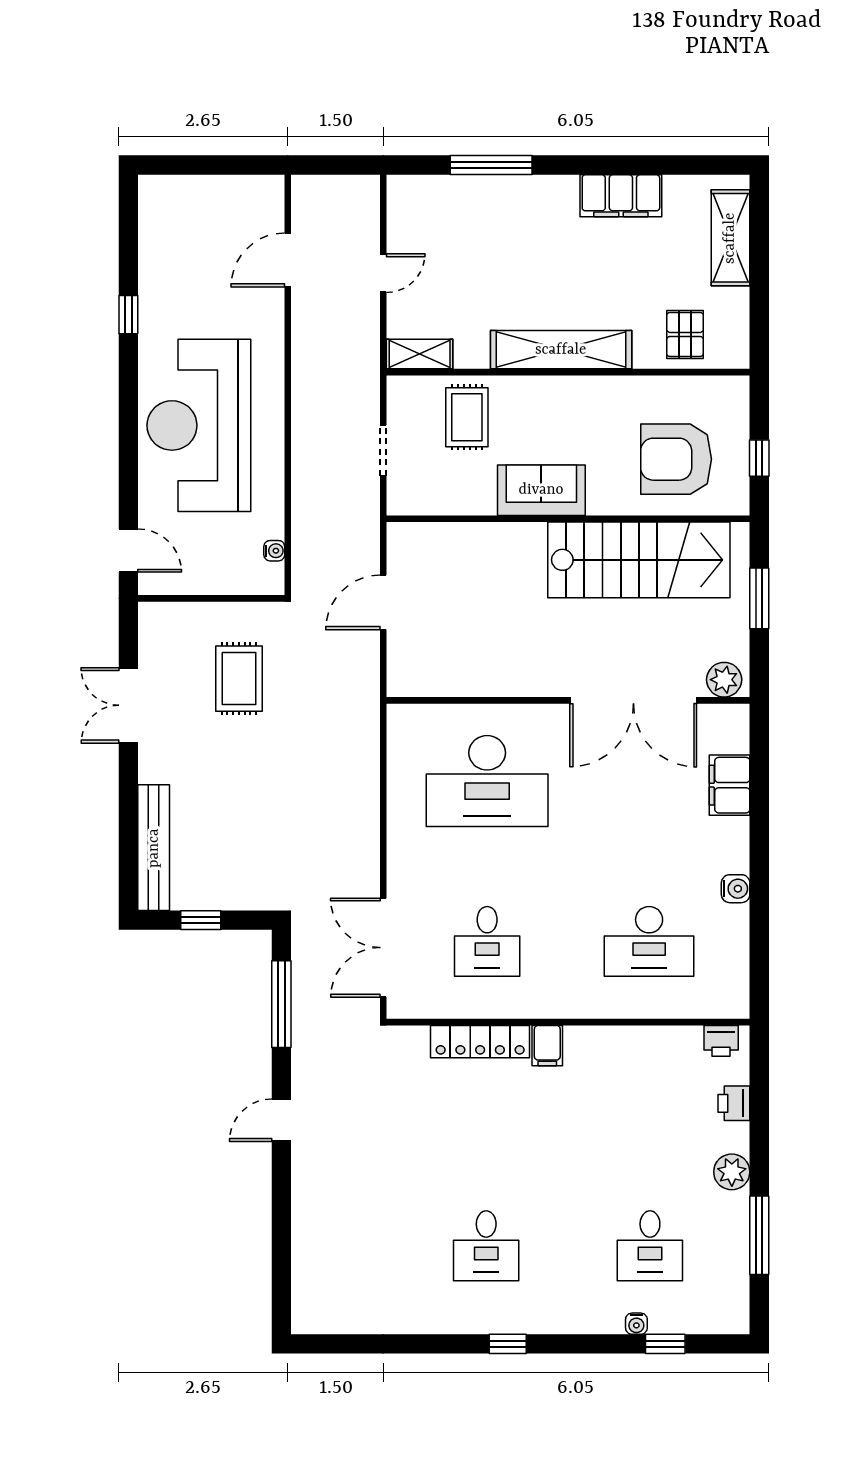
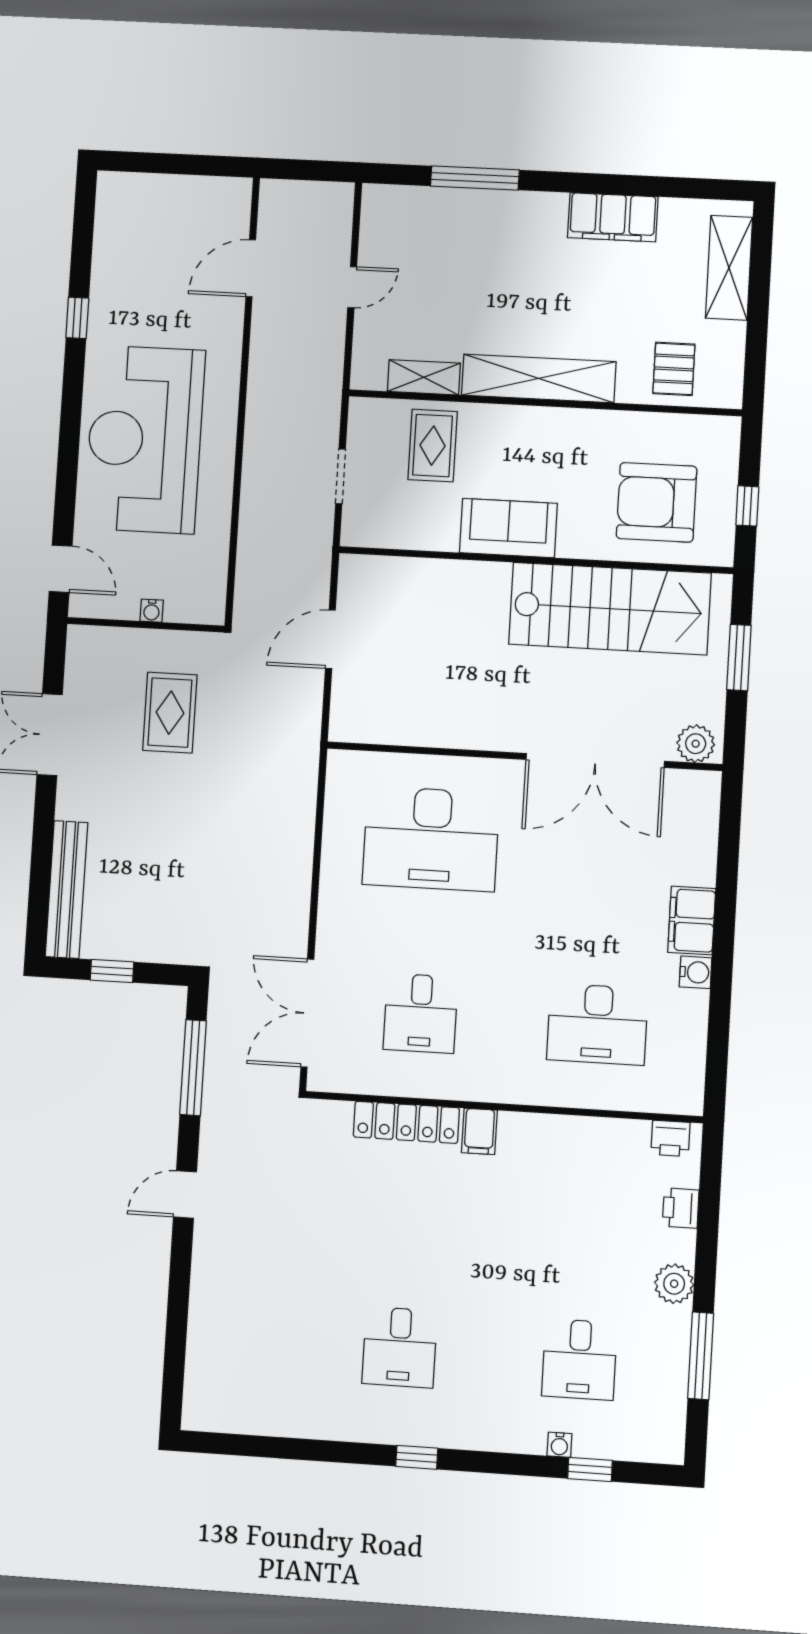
shelving: (420, 354) -> (424, 377), moved
water cooler: (274, 551) -> (152, 611), moved, turned 90
filing cabinet: (729, 785) -> (692, 920), moved

